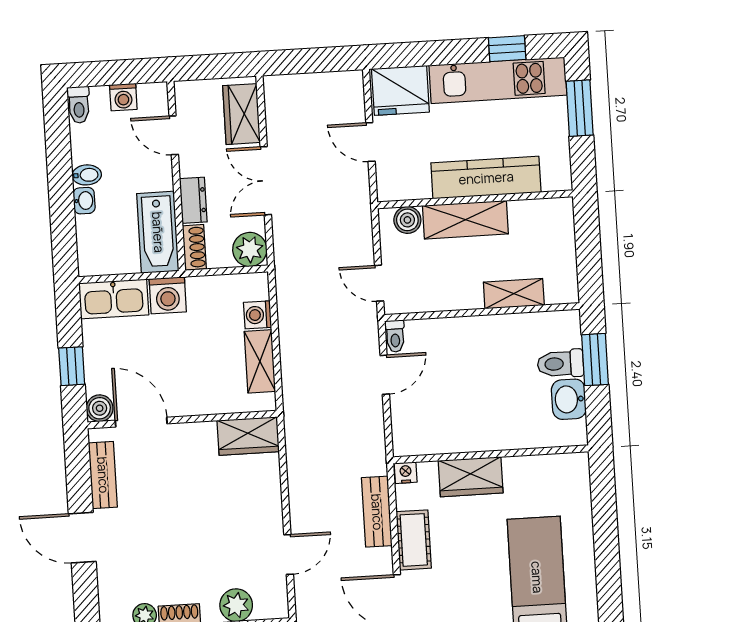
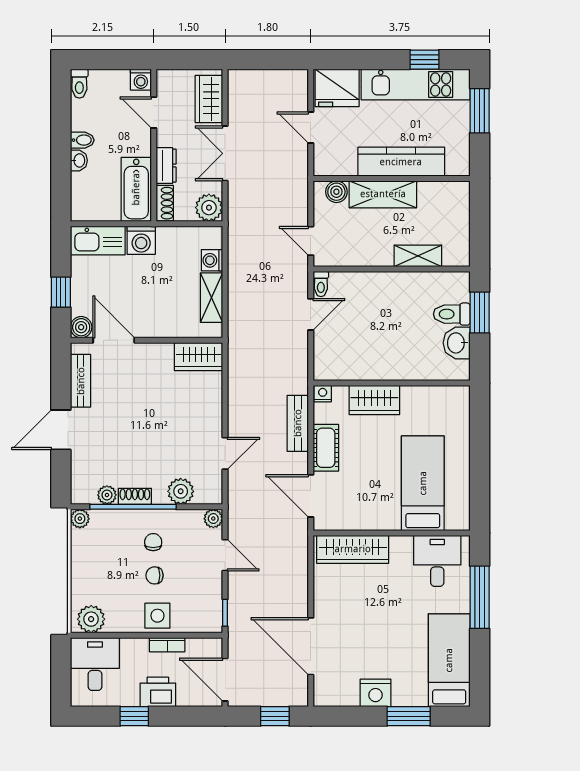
washing machine: (123, 97) -> (141, 80), moved
door: (82, 538) -> (61, 430), hinge flipped

